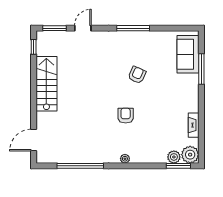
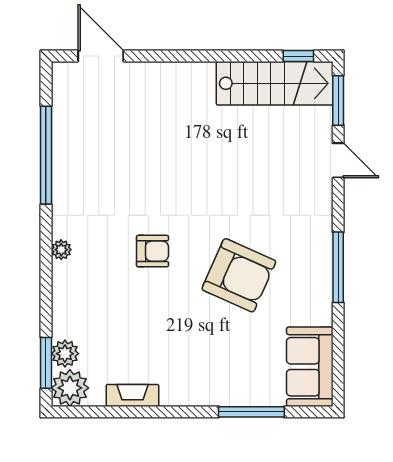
sofa: (188, 54) -> (310, 367), moved, turned -90
armchair: (137, 75) -> (239, 275), width x1.88, depth x1.88
stairs: (46, 84) -> (275, 83), moved

